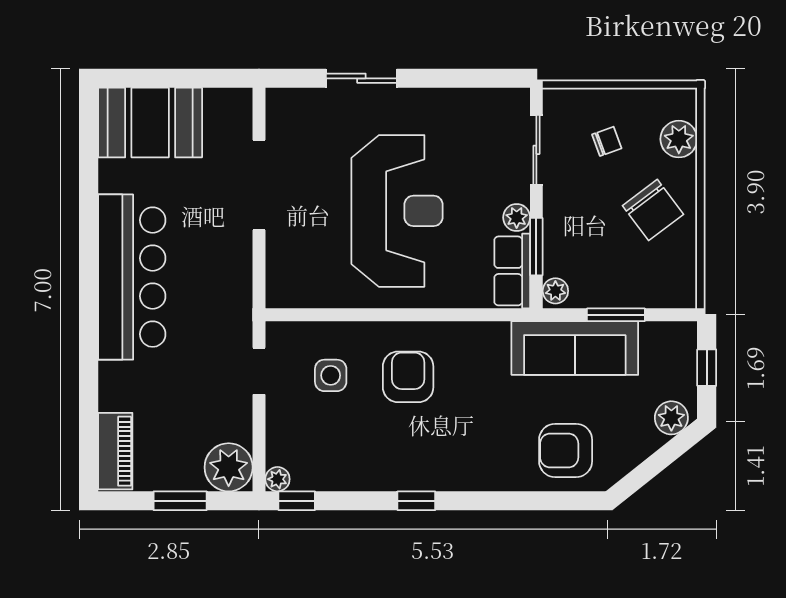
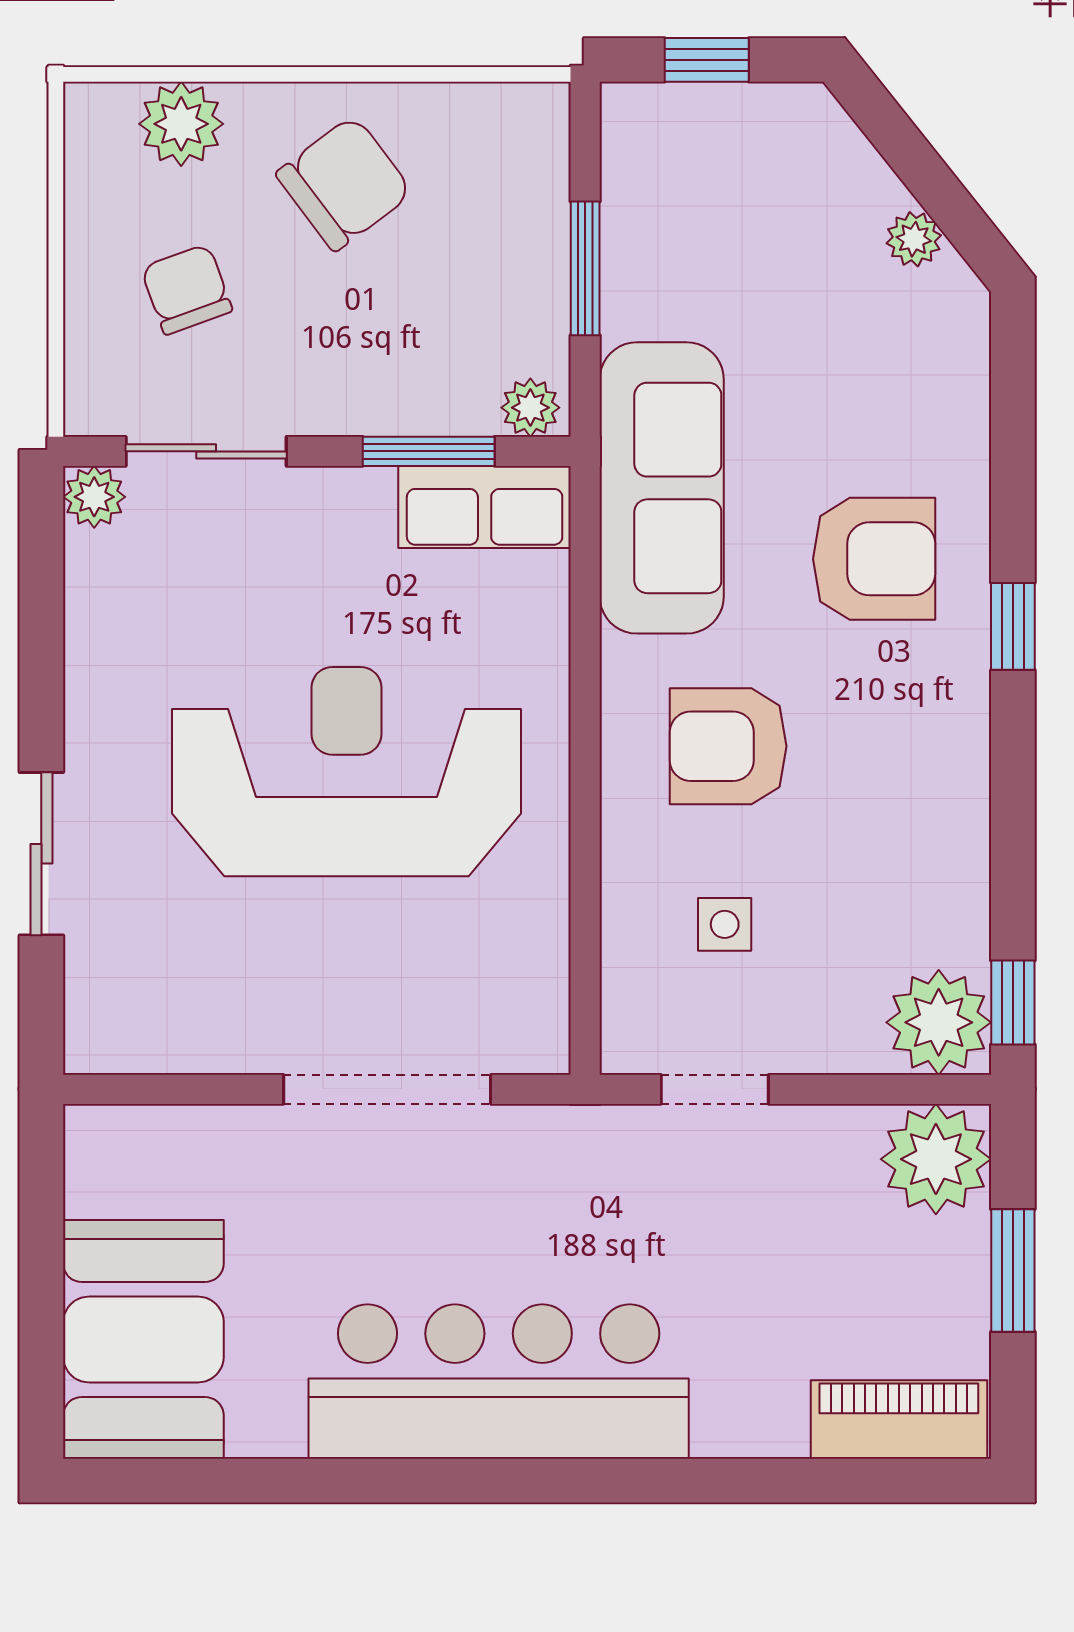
chair: (607, 141) -> (187, 289), width x1.37, depth x1.37
doorway: (259, 185) -> (387, 1089), moved
plant: (517, 217) -> (94, 497), moved
sofa: (575, 348) -> (662, 488), moved
side table: (331, 375) -> (725, 924), width x0.73, depth x0.73
plant: (671, 418) -> (914, 239), moved, width x0.73, depth x0.73
armchair: (566, 450) -> (874, 559), moved, turned -90
plant: (277, 479) -> (939, 1022), width x1.88, depth x1.88
window: (416, 501) -> (1013, 626), moved

